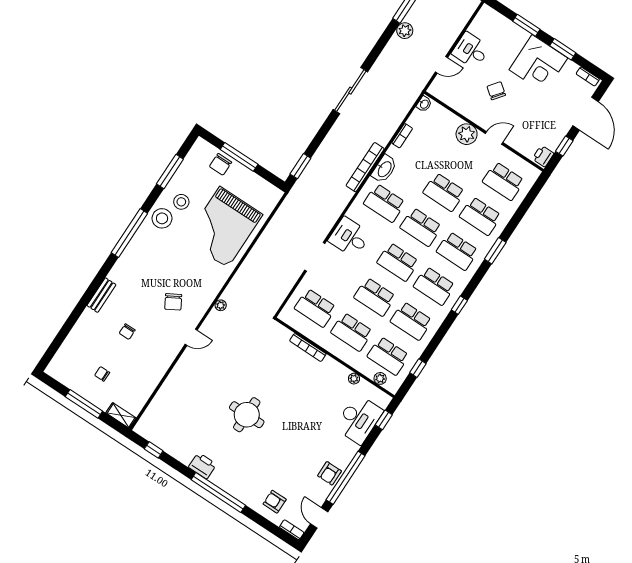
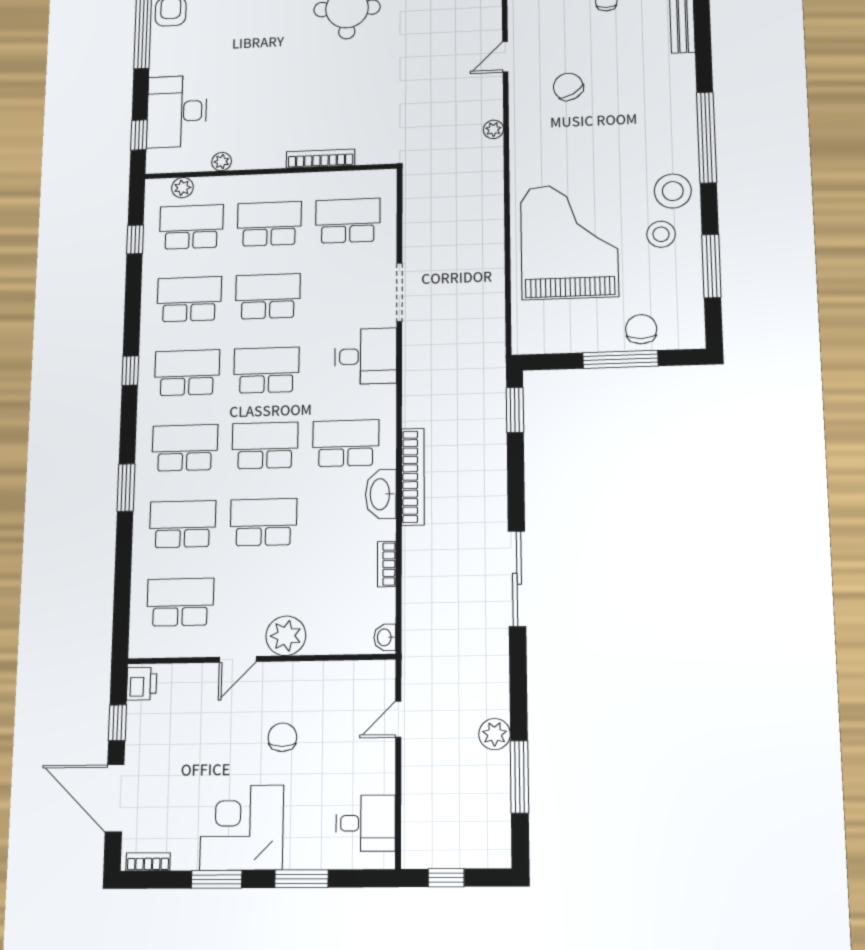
desk: (471, 50) -> (366, 823), moved
chair: (496, 91) -> (282, 737), turned -128

